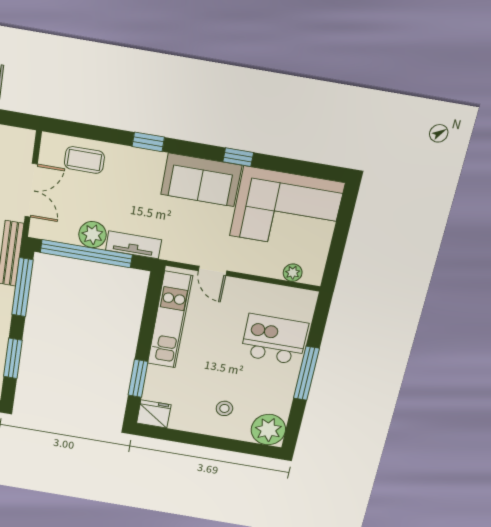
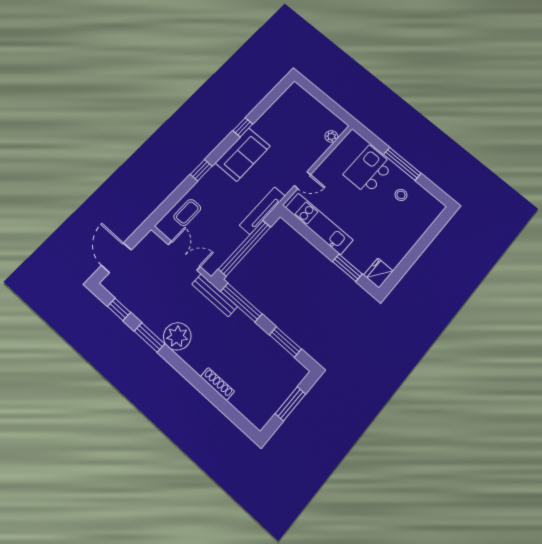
corner sofa: (287, 209) -> (290, 119), removed
plant: (92, 235) -> (235, 237), removed
tv unit: (134, 245) -> (262, 211), width x1.41
stool: (224, 408) -> (401, 195), moved
plant: (268, 430) -> (430, 208), removed

